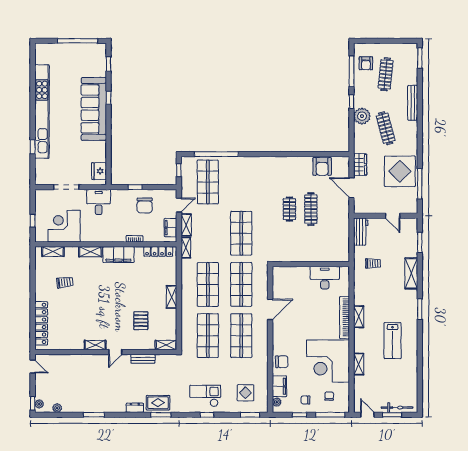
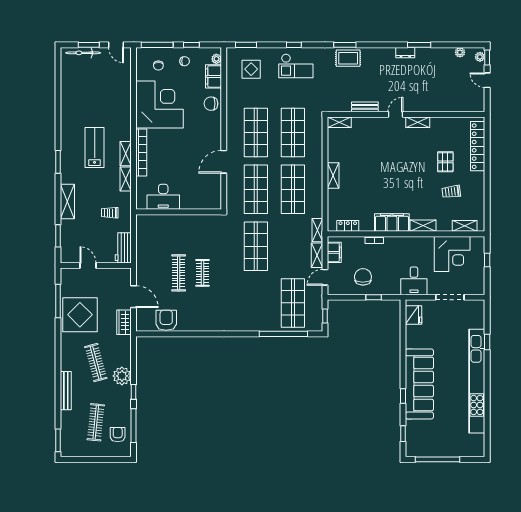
locker: (158, 251) -> (348, 226), width x0.66
pallet: (141, 321) -> (445, 162), moved
lab bench: (393, 341) -> (95, 147), moved
shelving: (359, 364) -> (126, 179), moved
door: (33, 366) -> (487, 80), moved
dresser: (135, 408) -> (405, 53), moved

